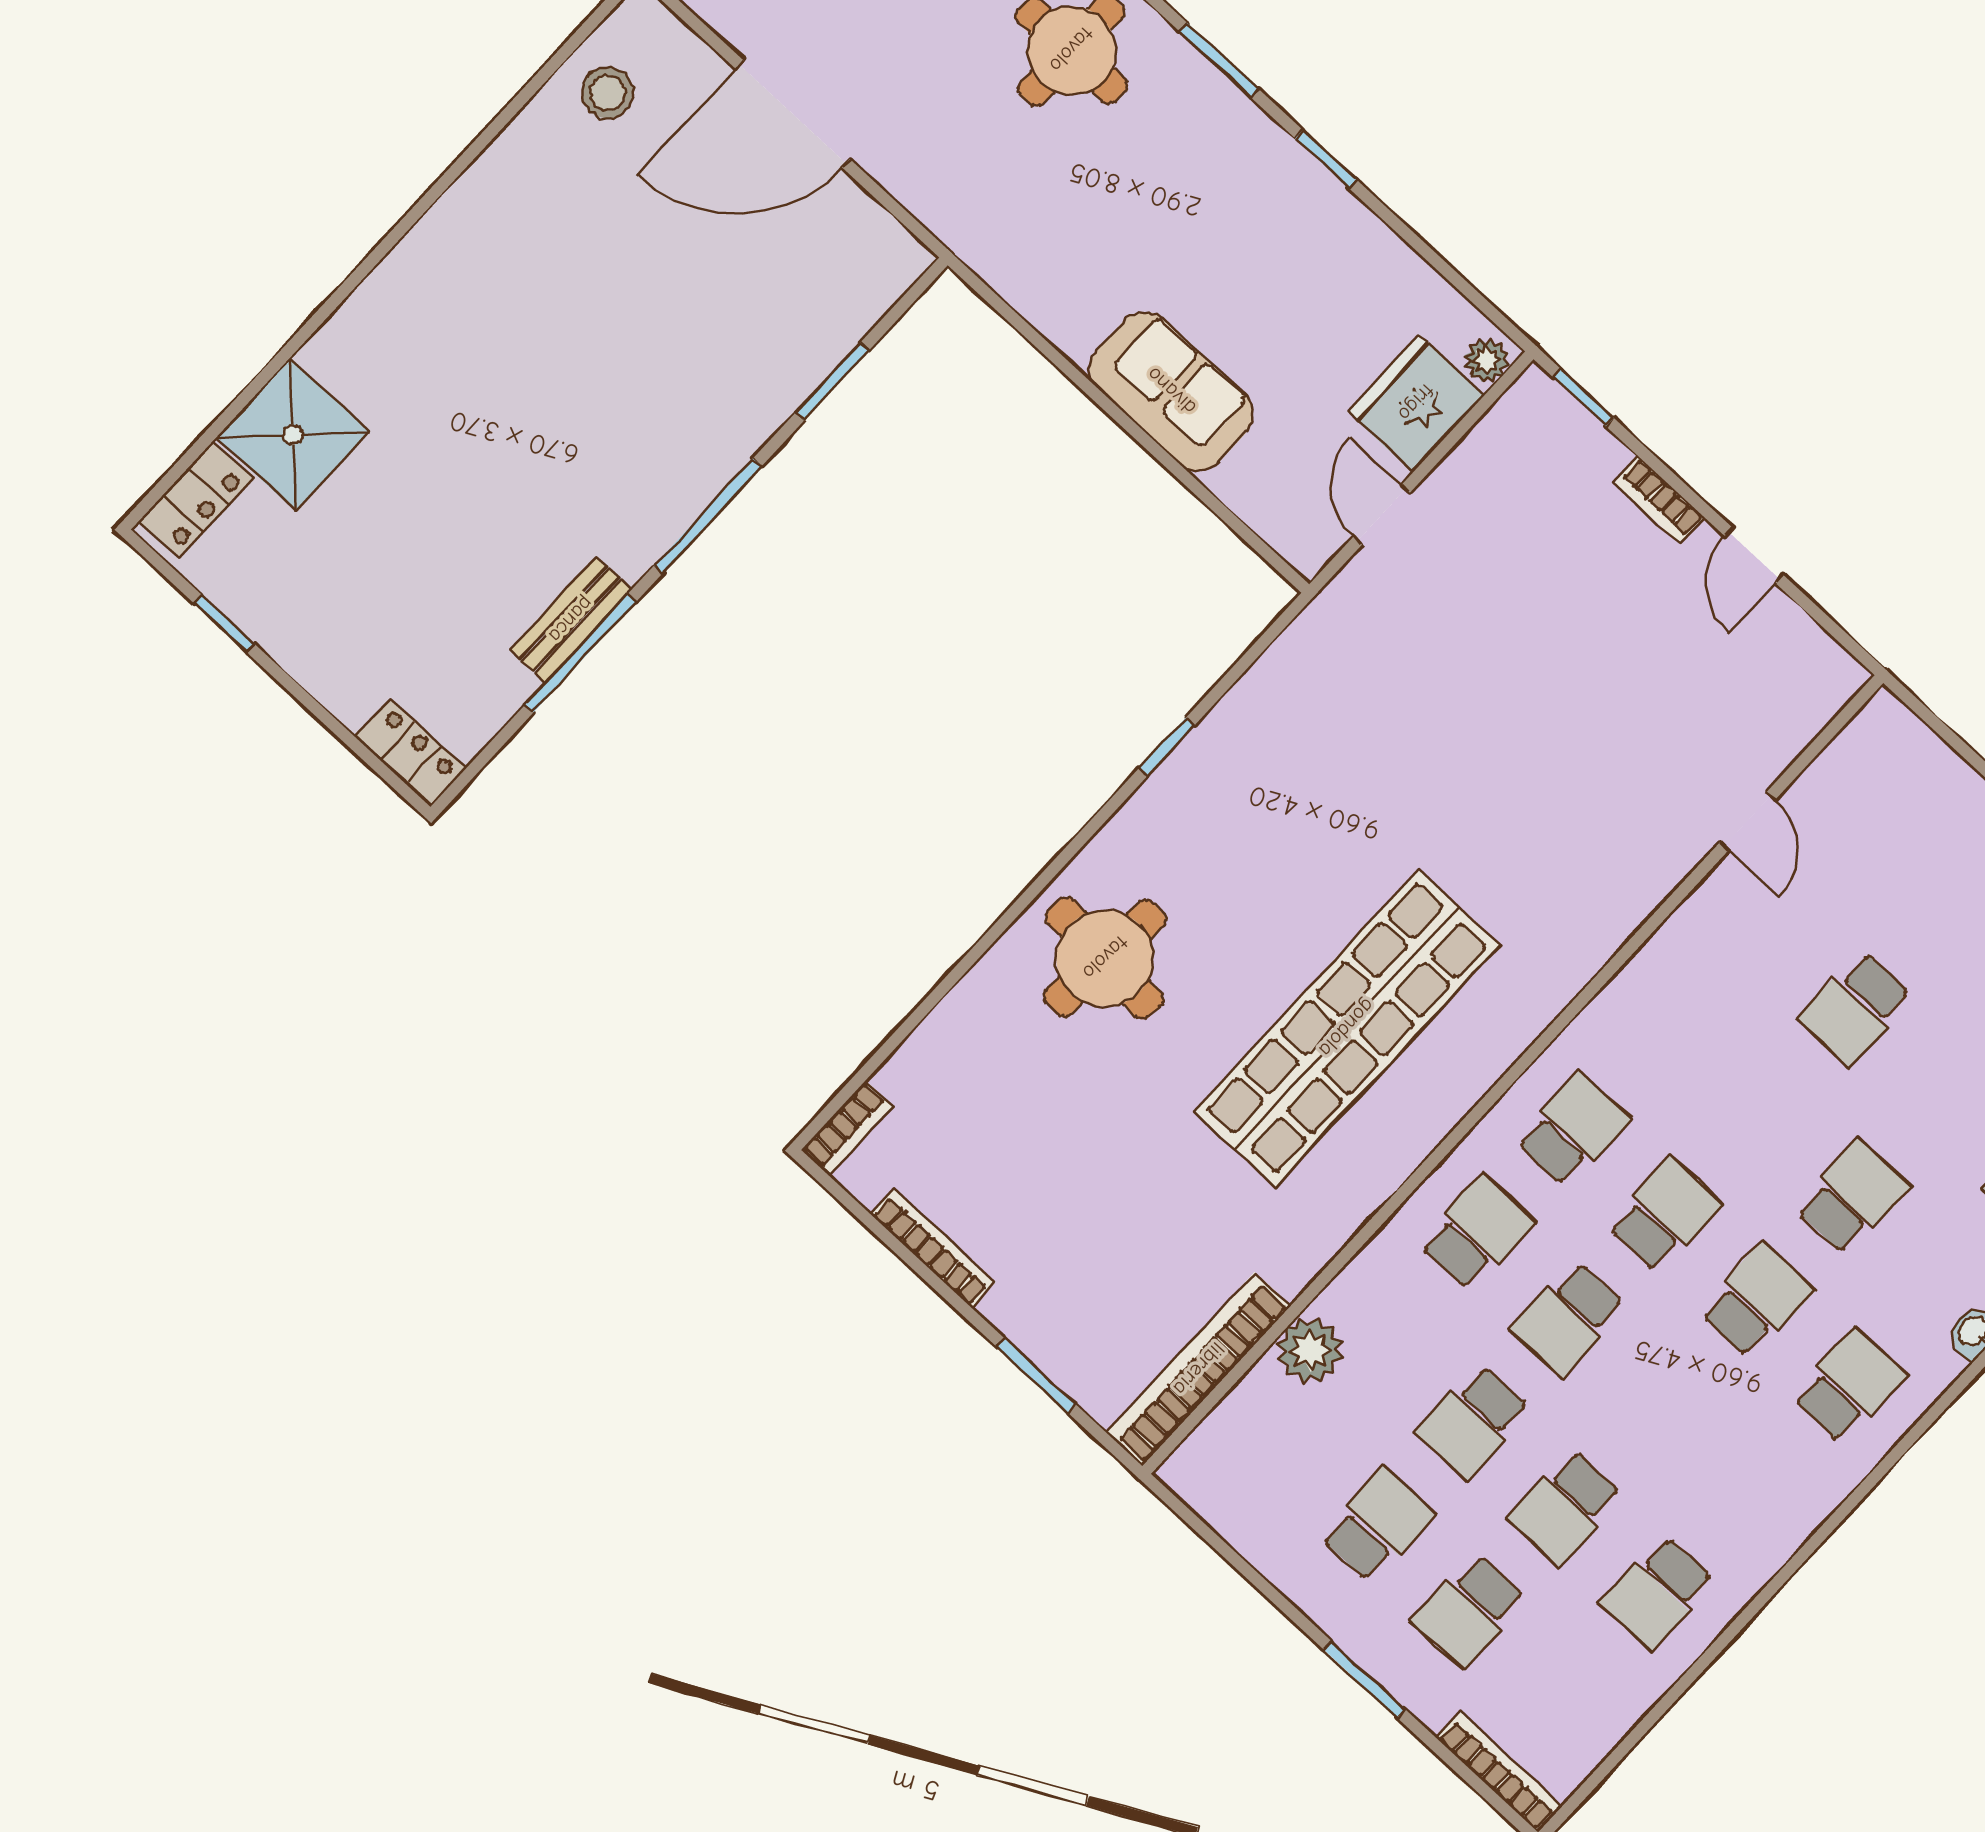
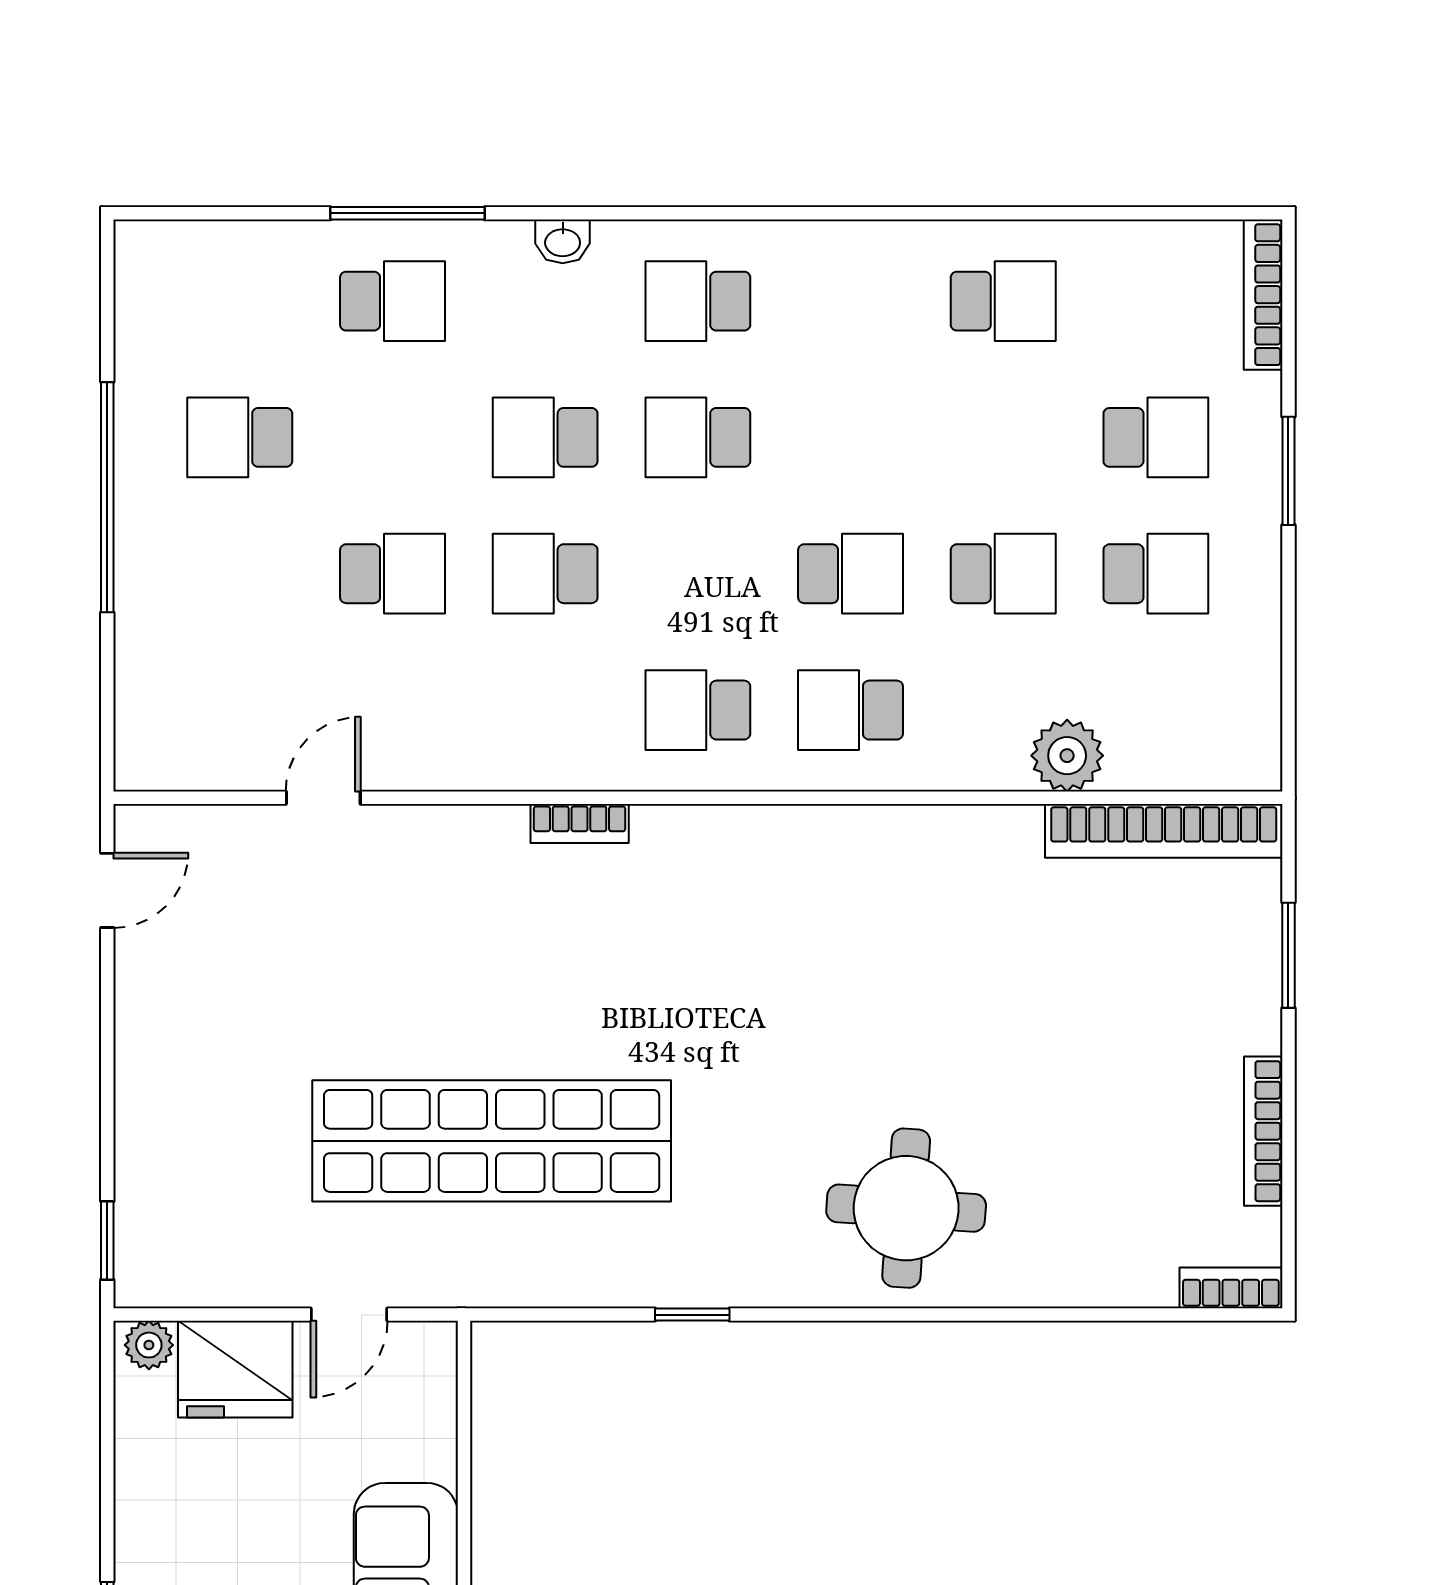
bookcase: (1660, 500) -> (580, 824), moved, turned 90
door: (1754, 555) -> (107, 890), moved
shop shelf: (1347, 1028) -> (492, 1141), moved
school desk: (1664, 1215) -> (545, 574), moved
school desk: (1565, 1507) -> (1003, 437), removed
school desk: (1377, 1525) -> (1156, 574), turned 180

